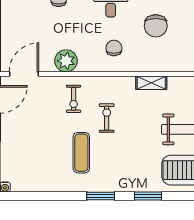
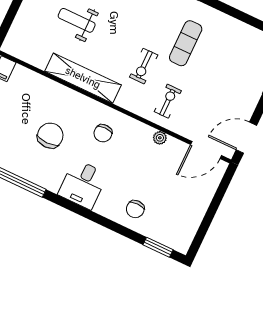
plant: (66, 61) -> (160, 138), width x0.53, depth x0.53
shelving: (151, 83) -> (83, 78), width x2.20, depth x1.33

